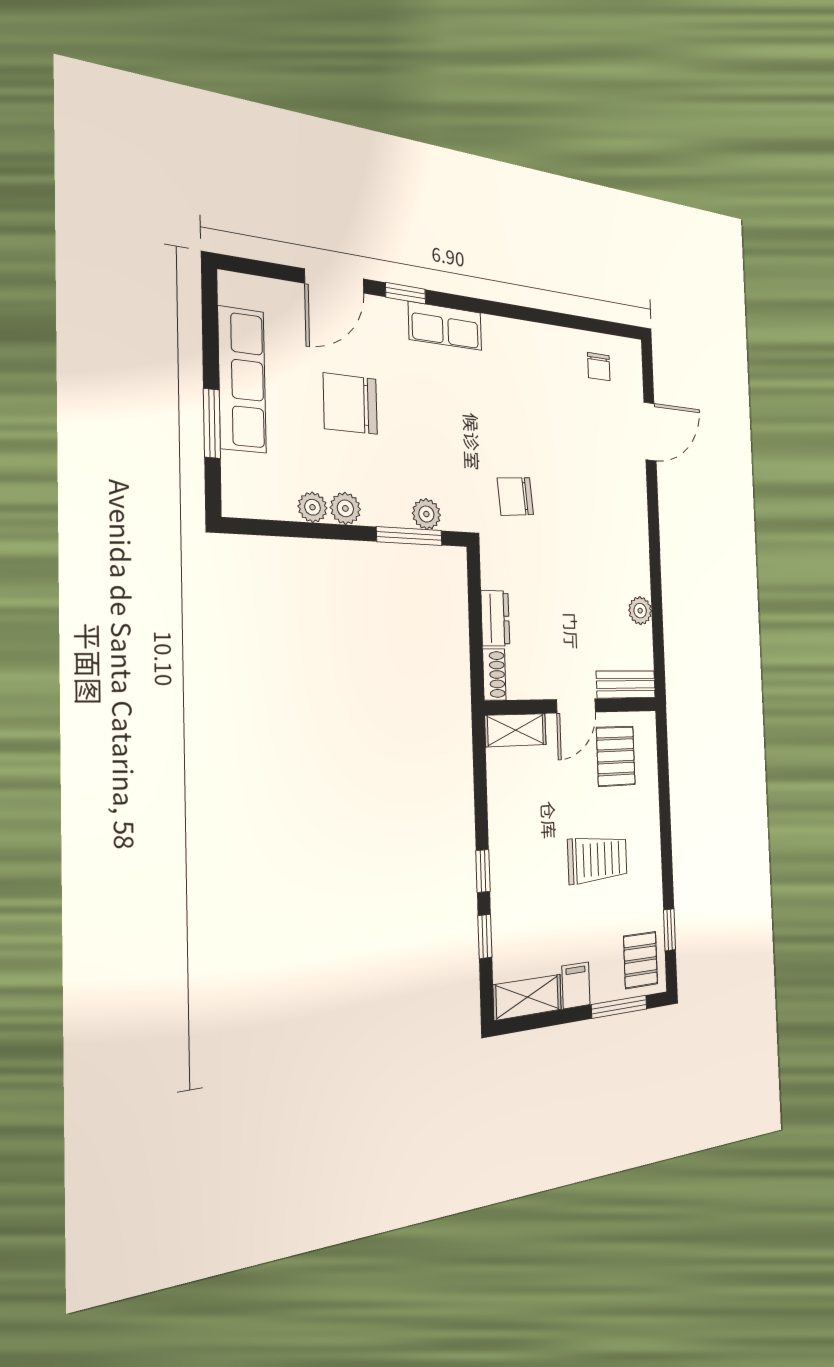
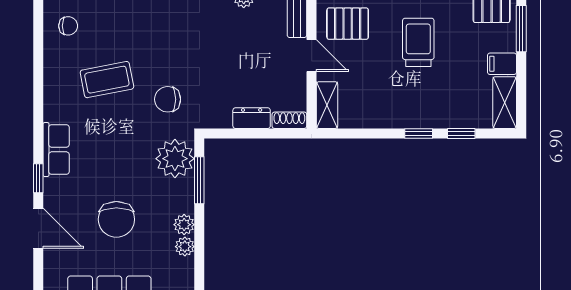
coffee table: (537, 412) -> (107, 80), added
chair: (515, 496) -> (168, 99), turned 95
plant: (426, 514) -> (175, 159), width x1.87, depth x1.87

